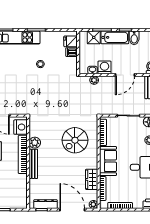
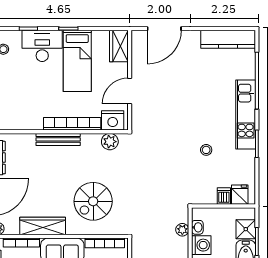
spiral stairs: (75, 140) -> (93, 201), turned -90
plant: (35, 143) -> (110, 142), moved
wardrobe: (92, 179) -> (43, 226), width x1.50

